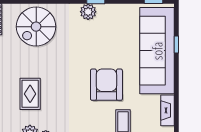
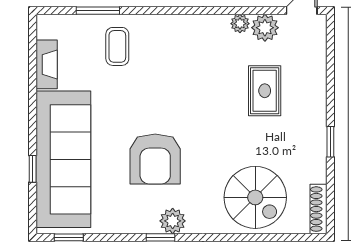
spiral stairs: (36, 27) -> (255, 197), turned 90
armchair: (106, 85) -> (155, 159), moved

